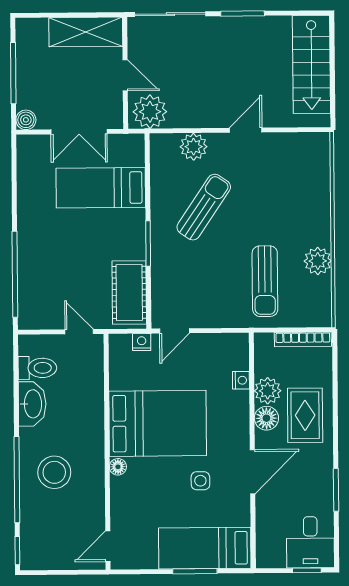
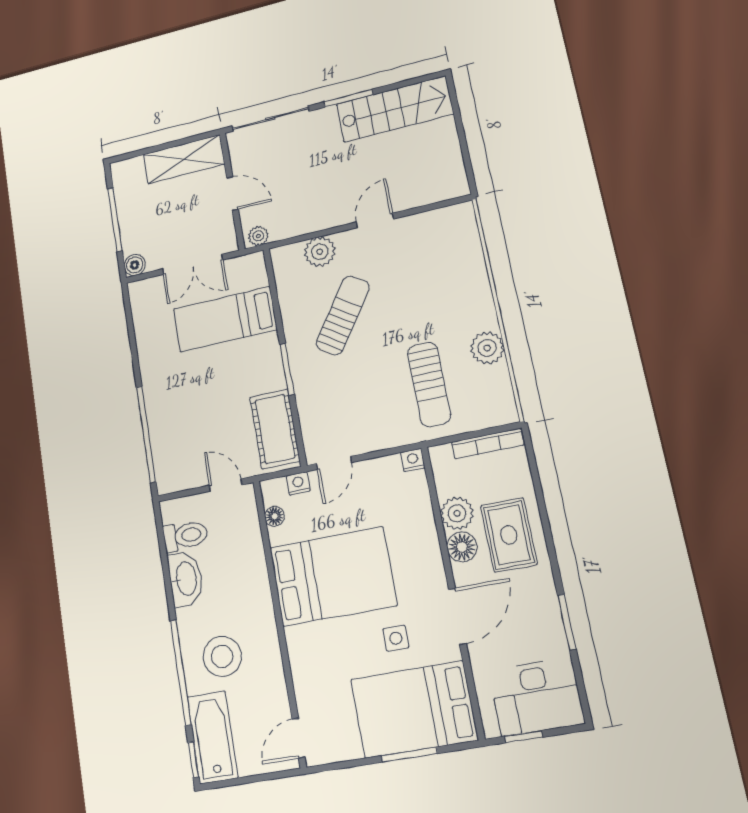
stairs: (311, 64) -> (395, 109), moved, turned -90
plant: (150, 112) -> (258, 236), width x0.53, depth x0.53
nightstand: (241, 380) -> (413, 460), moved, turned -90
floor lamp: (118, 467) -> (275, 516), moved
bathtub: (36, 535) -> (212, 737), added
desk: (310, 542) -> (536, 697), width x1.37
bed: (205, 548) -> (414, 709), width x1.50
window: (307, 570) -> (524, 737), moved

